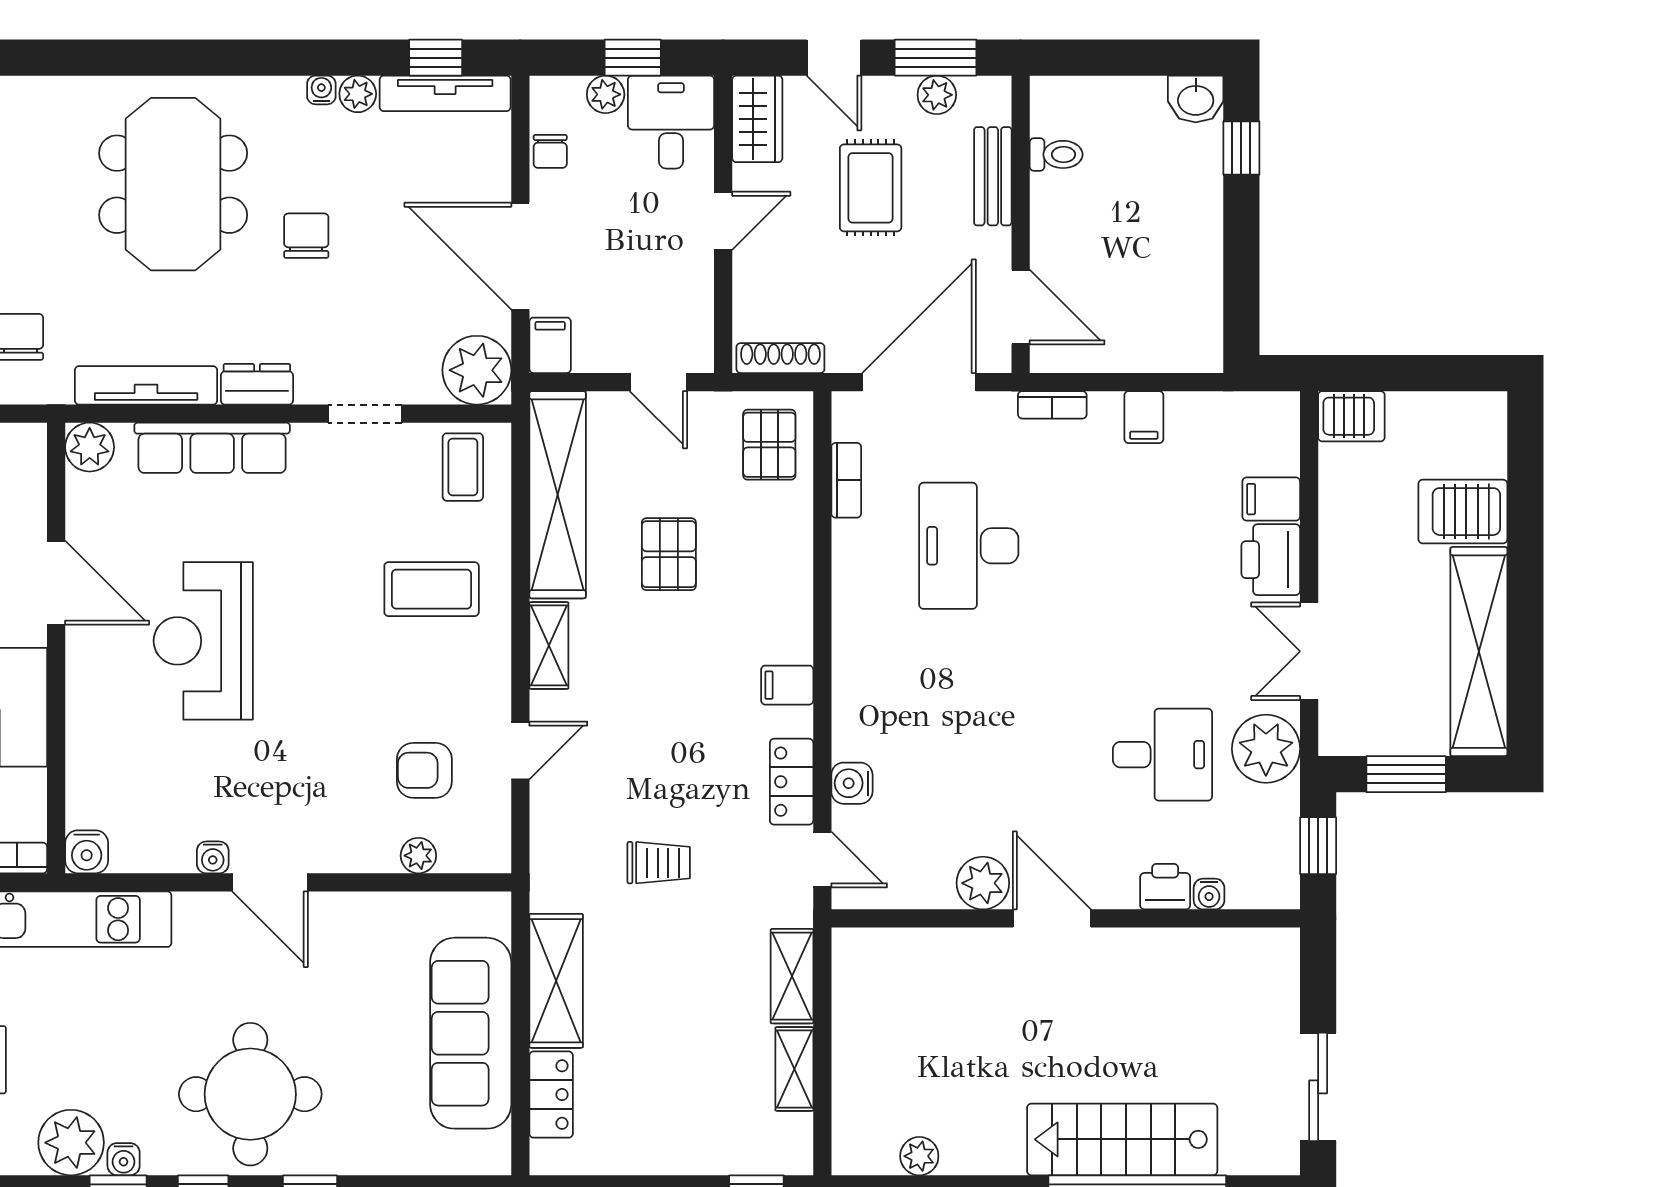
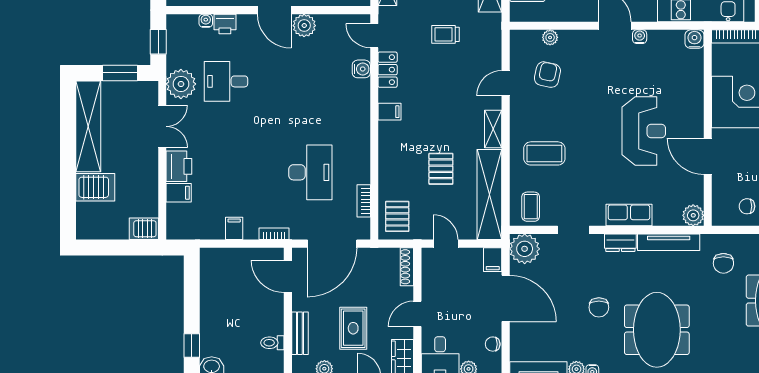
chair: (550, 151) -> (493, 344), turned -90
shoe rack: (780, 358) -> (407, 267), moved, turned 90
row of seats: (212, 448) -> (629, 215), width x0.68
armchair: (424, 770) -> (547, 75), turned -78

